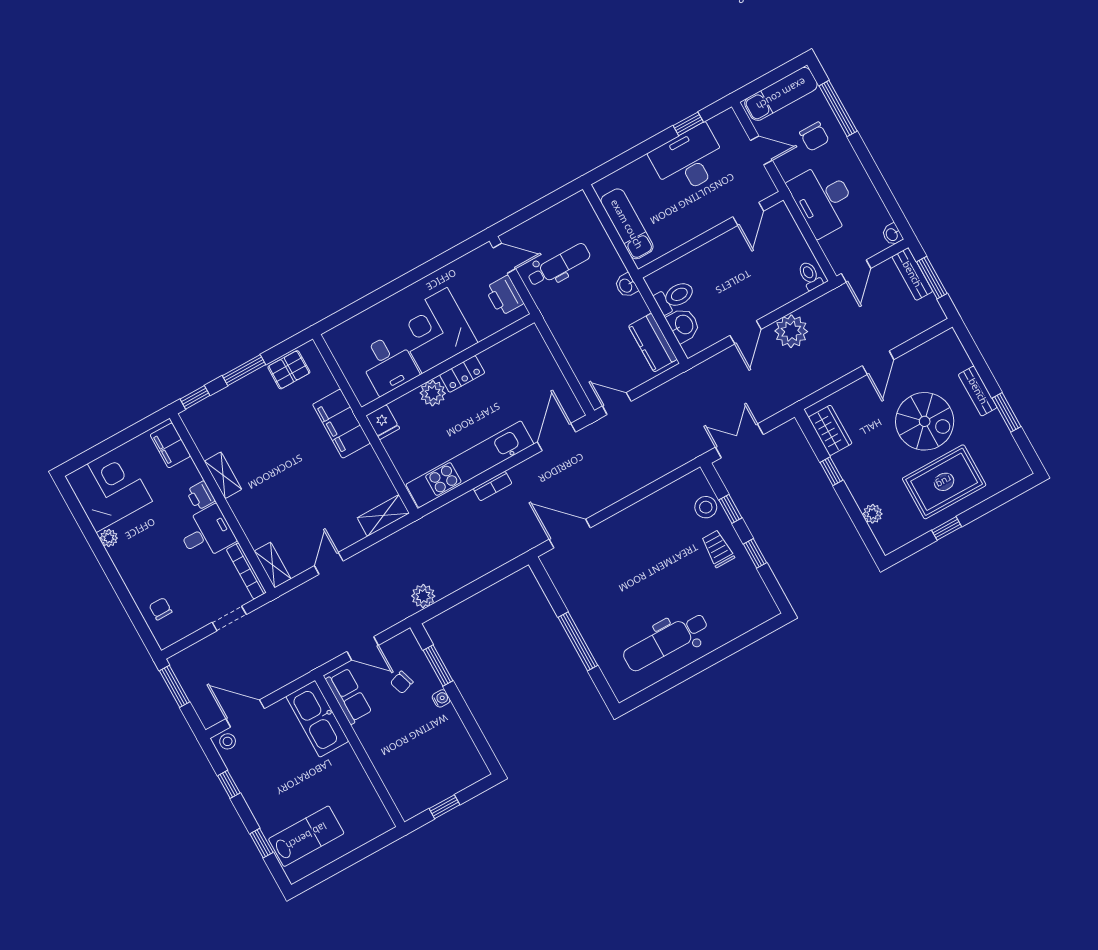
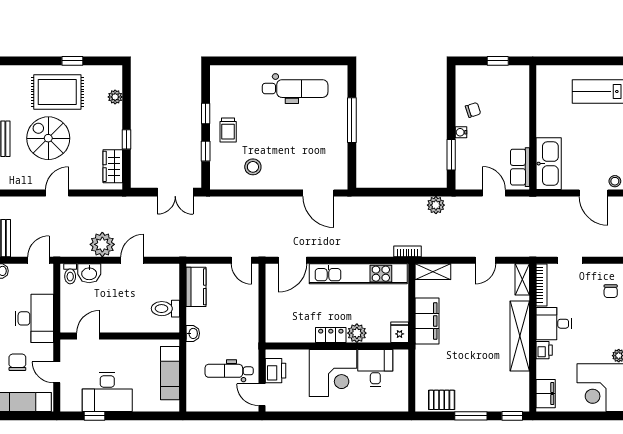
washbasin: (683, 325) -> (89, 273), moved, turned -90
filing cabinet: (341, 424) -> (427, 321), moved
shelving: (223, 475) -> (520, 336), width x2.20, depth x1.33
bookcase: (493, 486) -> (407, 251), moved
stool: (706, 507) -> (253, 167), moved
chair: (402, 682) -> (473, 110), moved

